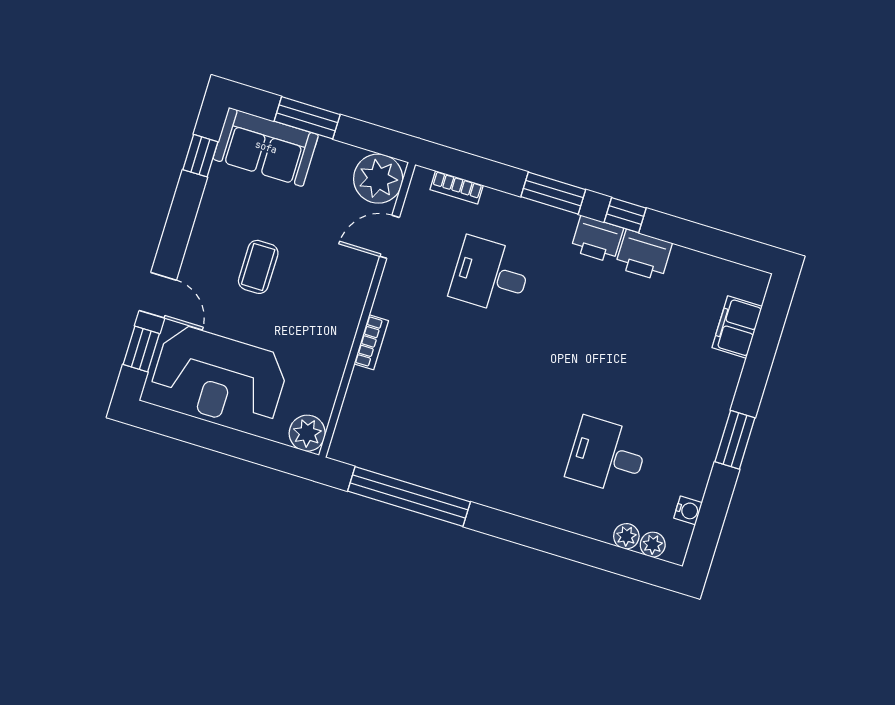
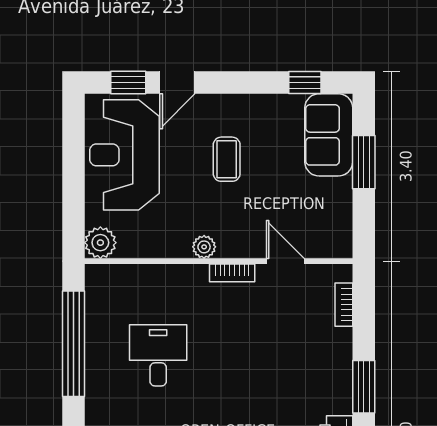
plant: (378, 179) -> (204, 247), moved, width x0.53, depth x0.53
coffee table: (258, 267) -> (227, 159), turned 90
desk: (490, 275) -> (158, 355), moved
bookcase: (371, 342) -> (232, 273), moved

